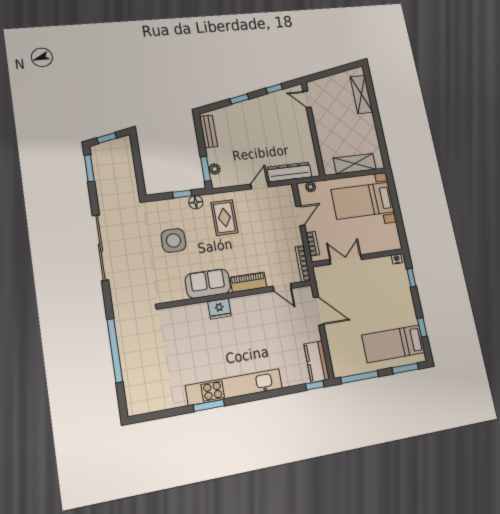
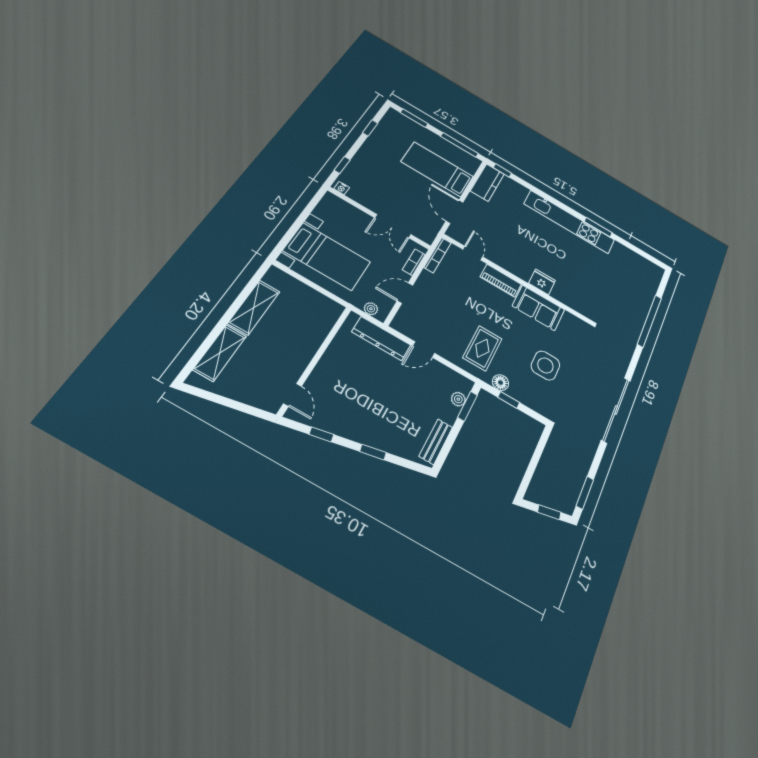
shelving: (355, 164) -> (254, 307), moved, turned 90
bed: (393, 344) -> (437, 169), moved, turned 180

